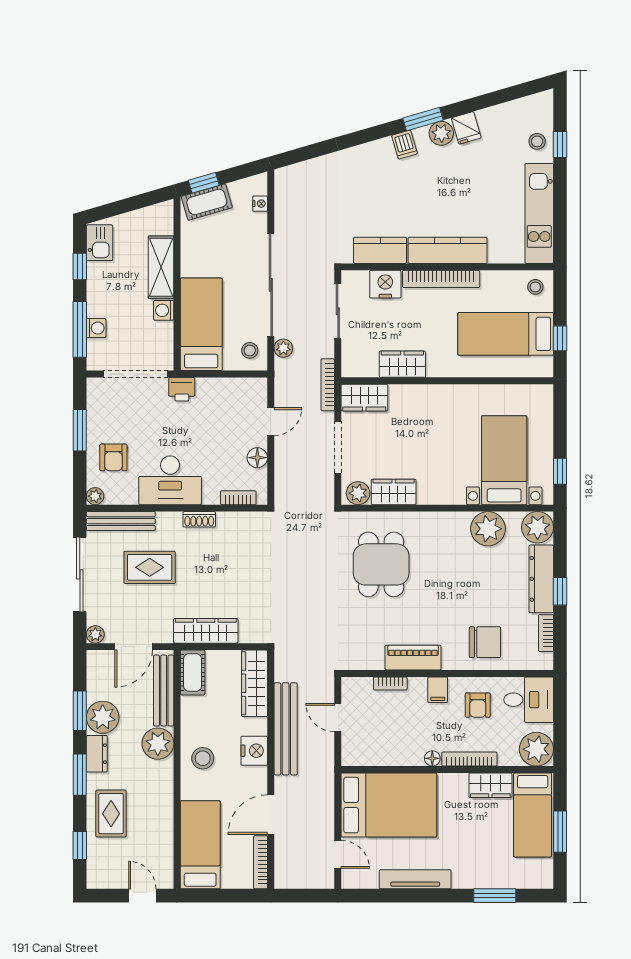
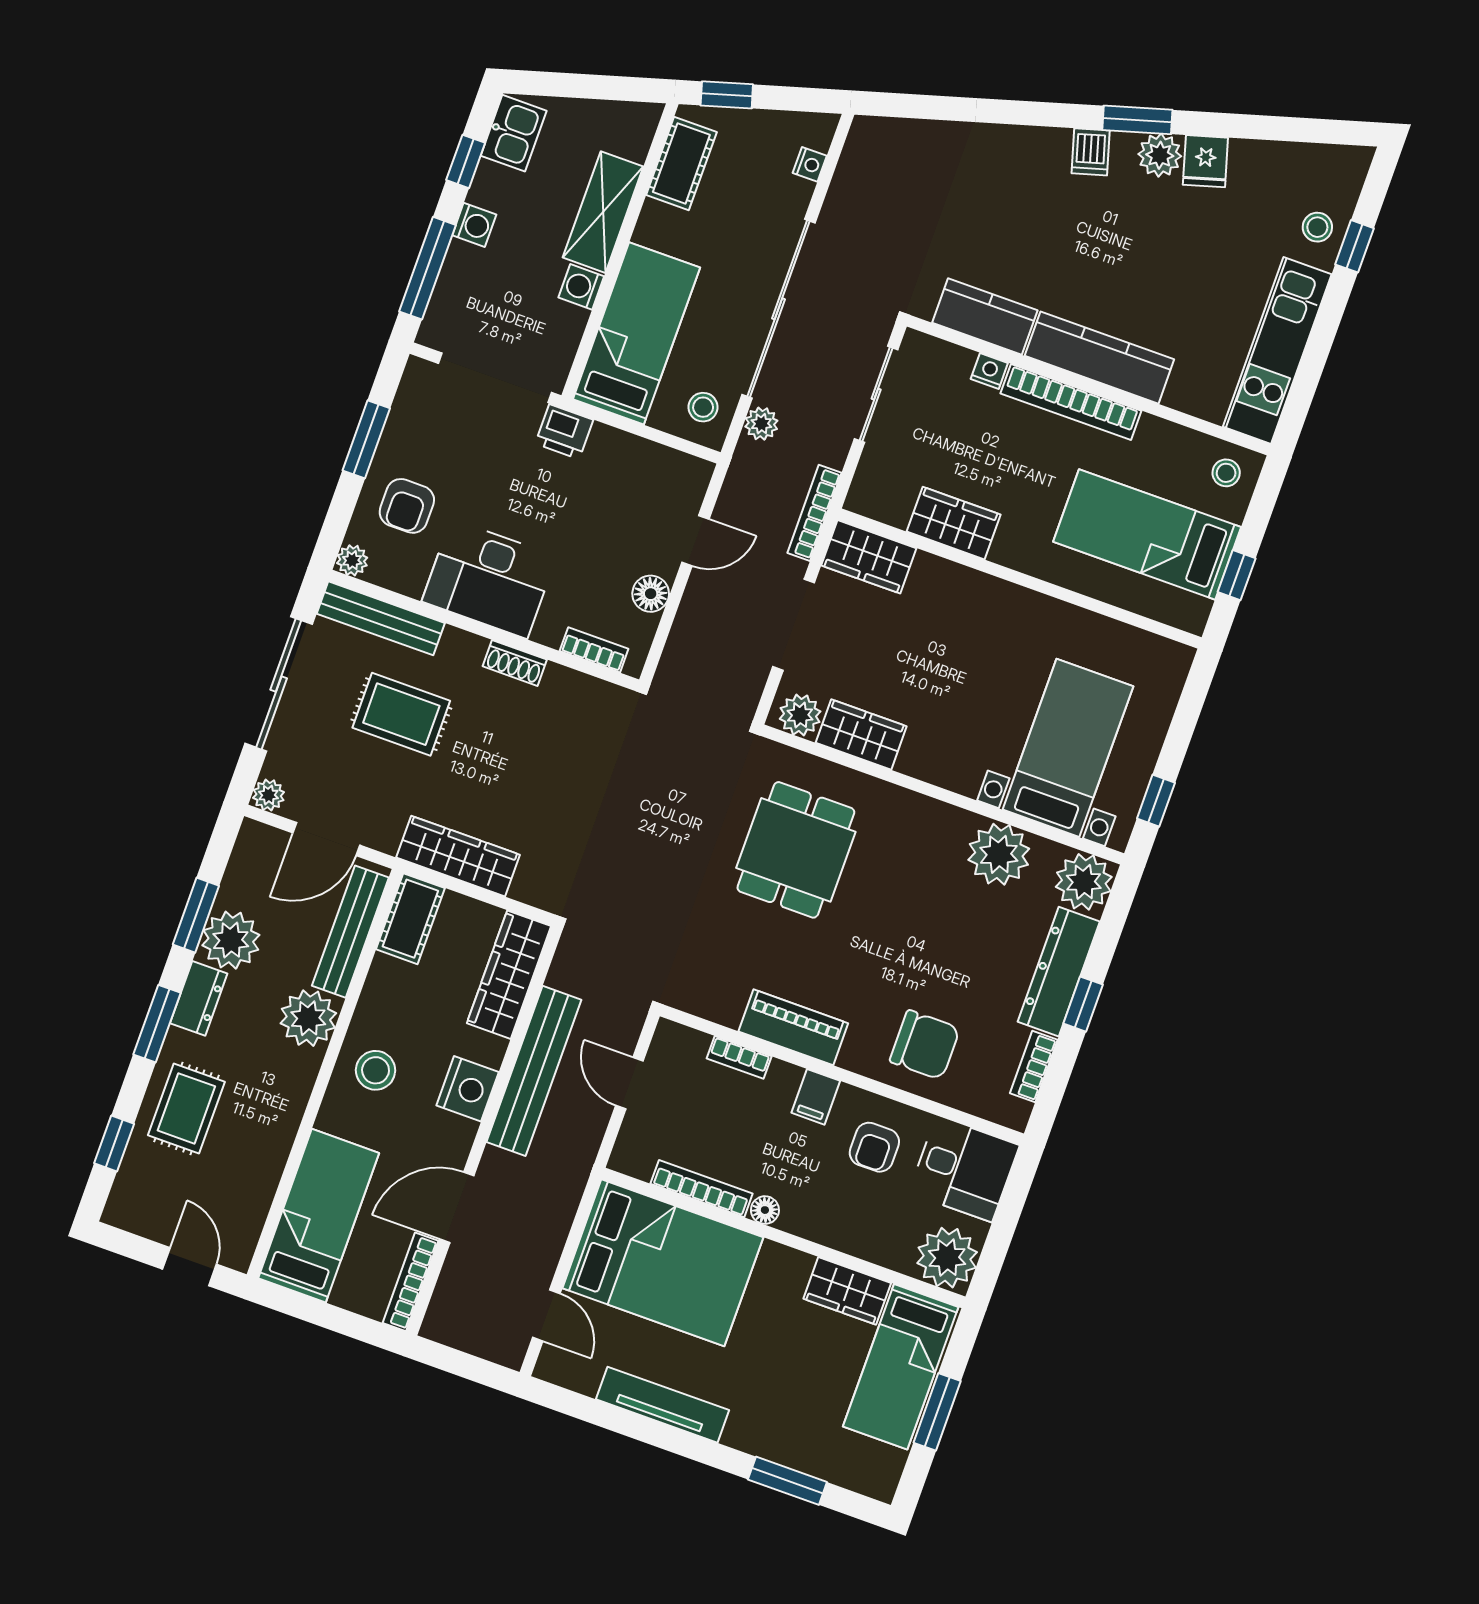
cot: (207, 202) -> (681, 163), moved, turned -74
nightstand: (385, 284) -> (989, 371), width x0.53, depth x0.56
washing machine: (96, 328) -> (474, 225), moved
bookcase: (469, 759) -> (702, 1189), moved

